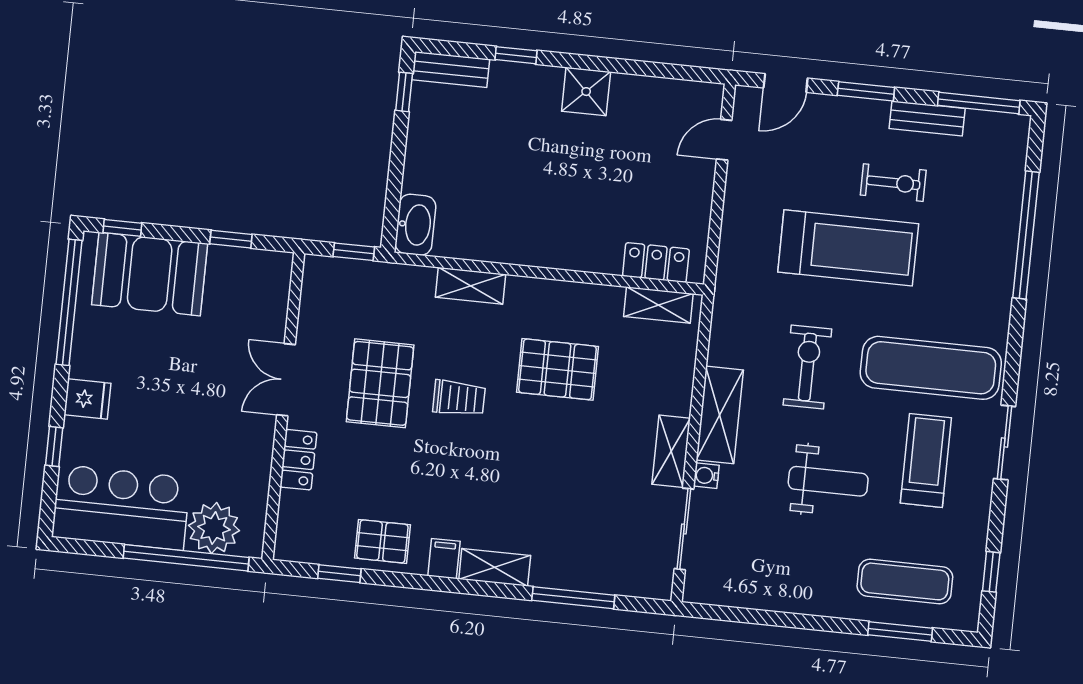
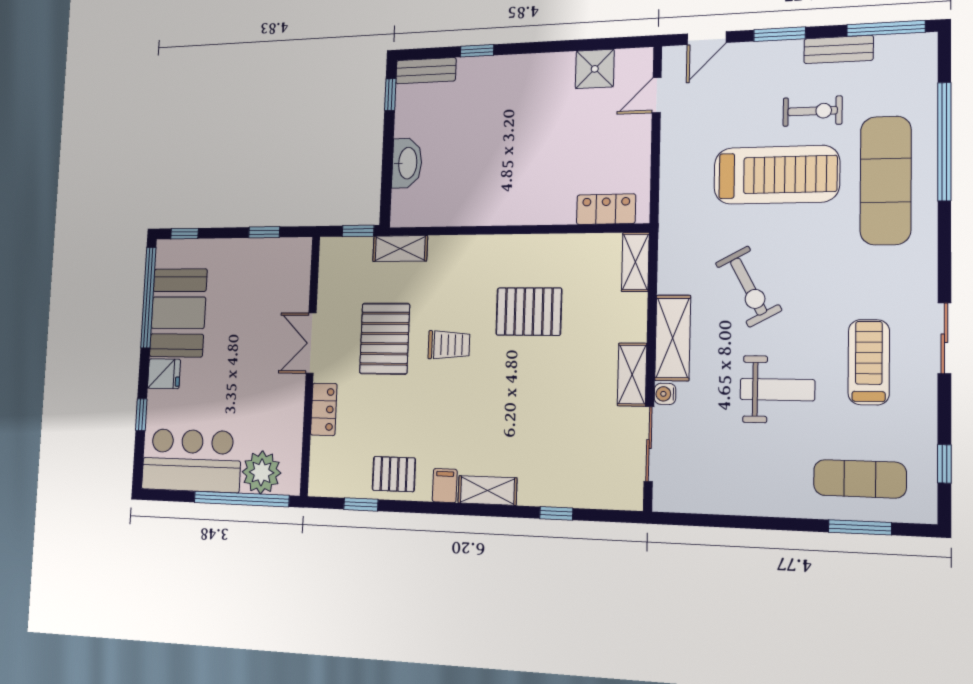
shower: (586, 92) -> (595, 69), moved
washbasin: (415, 225) -> (407, 163), moved
booth: (150, 274) -> (178, 313), moved, turned 90
shelving: (470, 286) -> (400, 249), moved
shelving: (658, 305) -> (635, 262), moved, turned 90
exercise bike: (807, 367) -> (749, 287), turned 152
exercise mat: (931, 368) -> (886, 180), moved, turned 90
window: (573, 598) -> (556, 513), width x0.46

